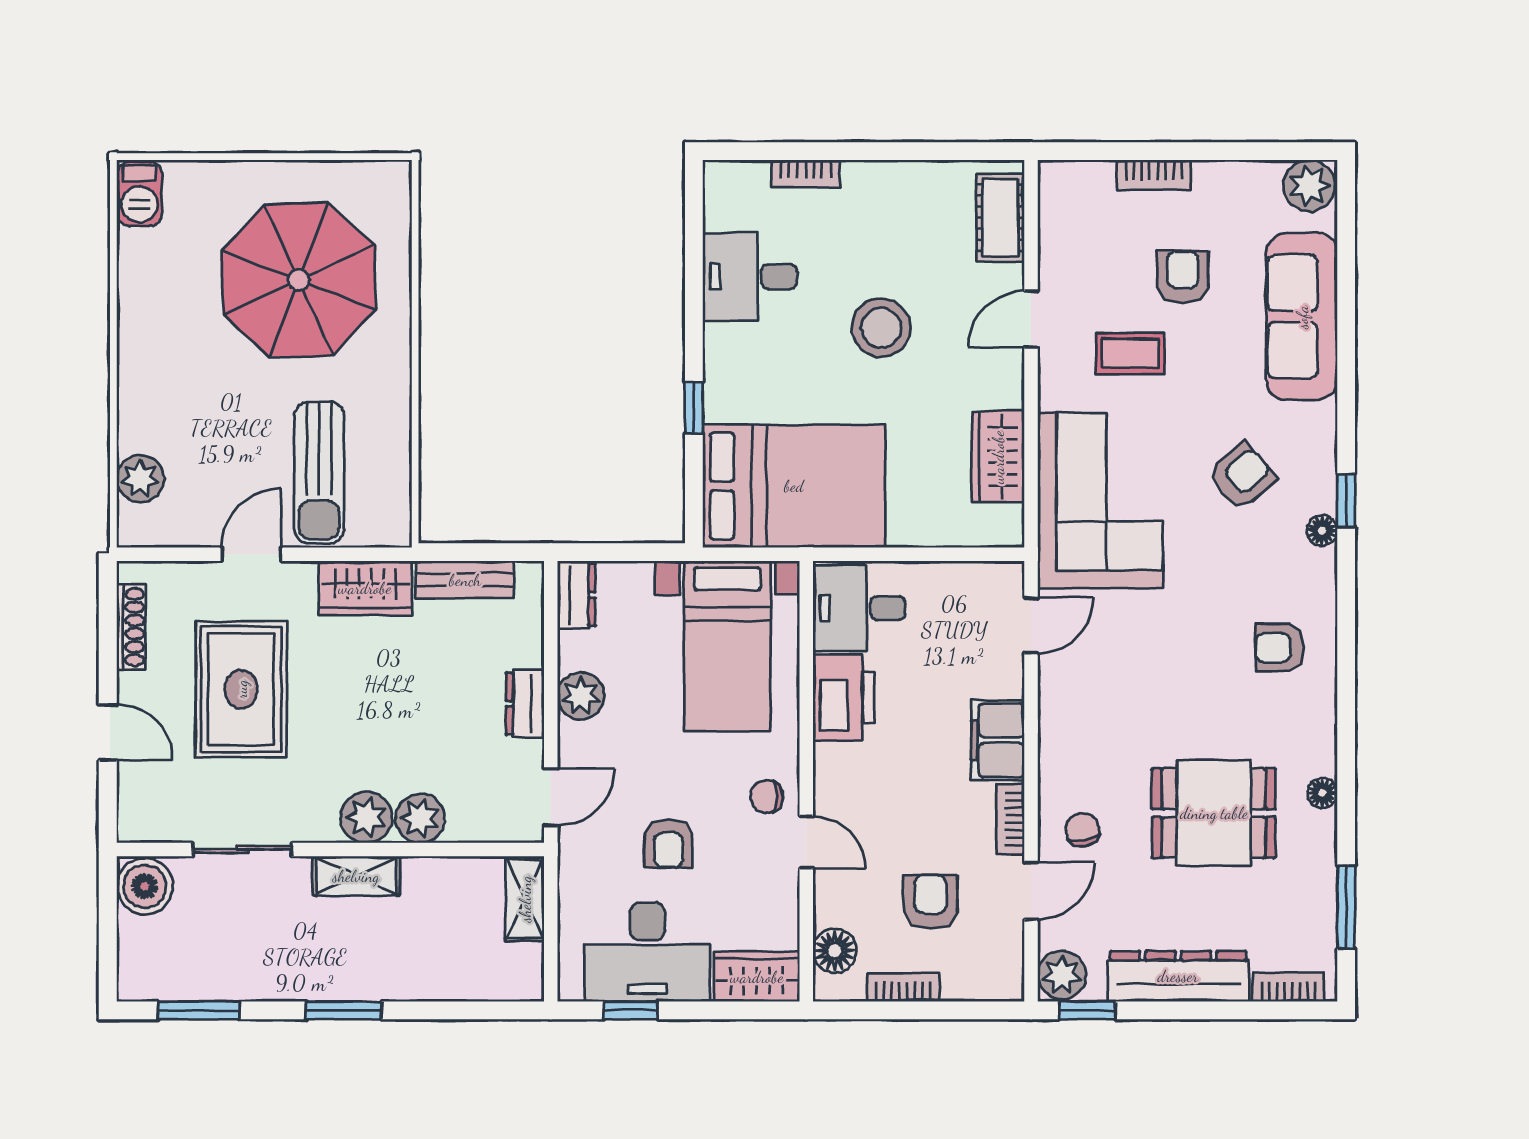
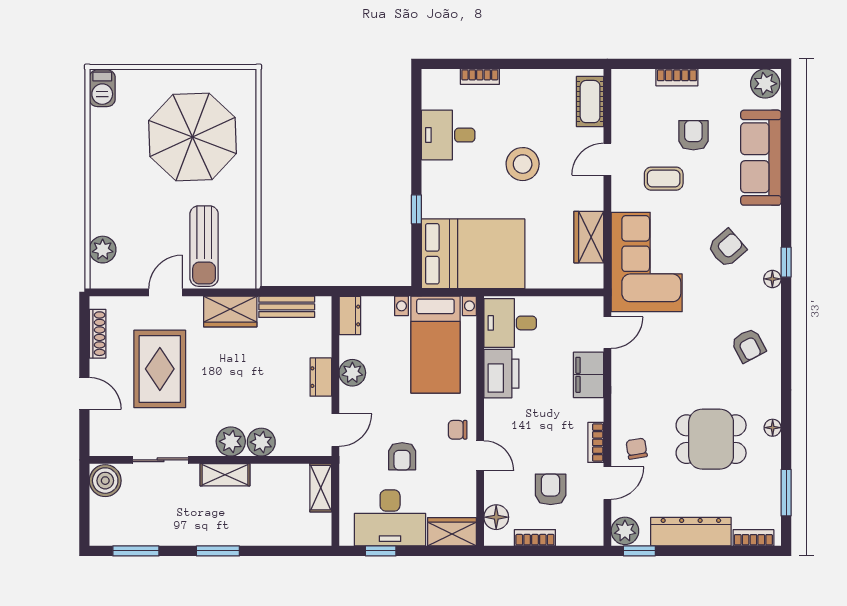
armchair: (1280, 648) -> (748, 345), turned -118
filing cabinet: (998, 740) -> (589, 375), moved

